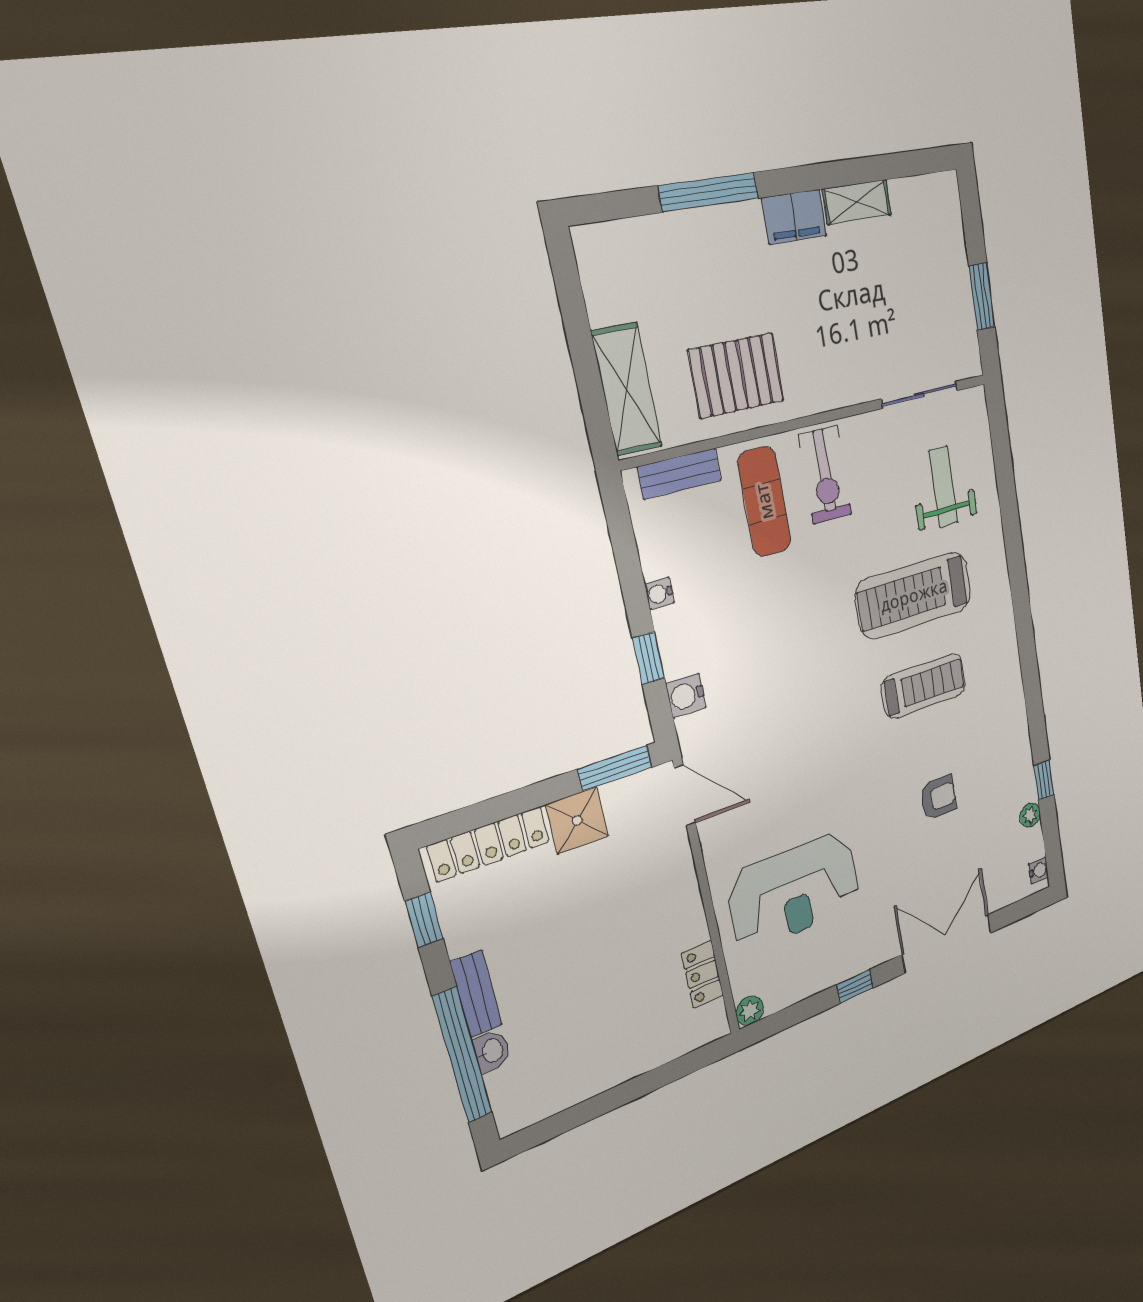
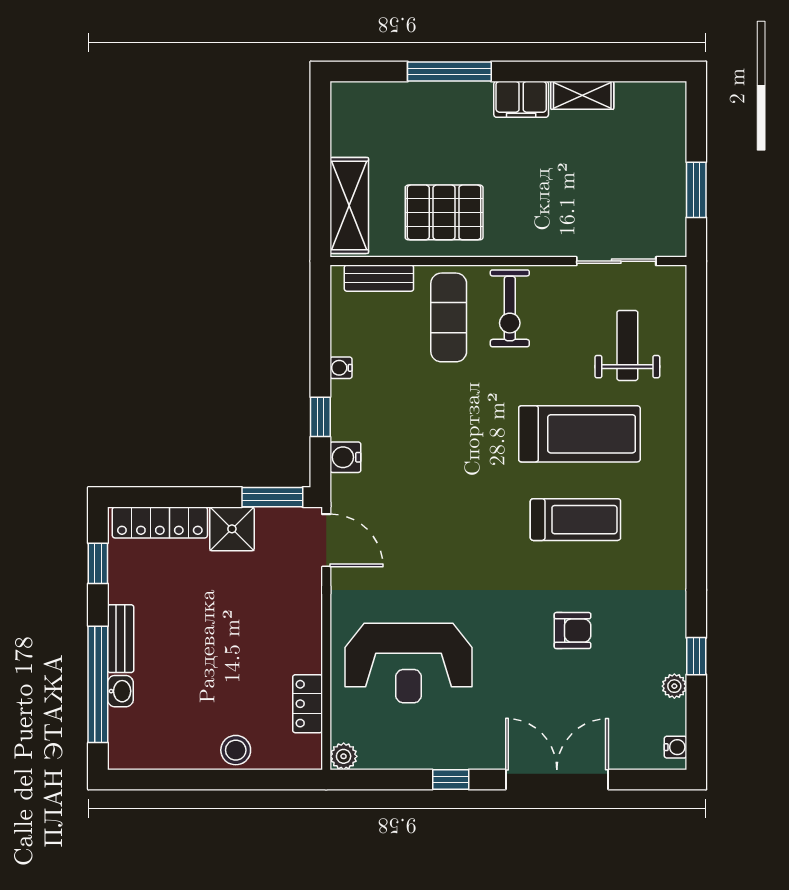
treadmill: (914, 595) -> (579, 434), turned 180
stool: (638, 1055) -> (236, 750), added

